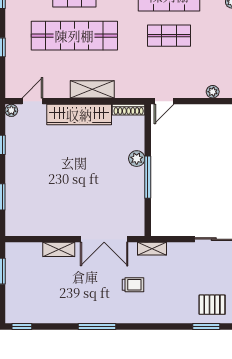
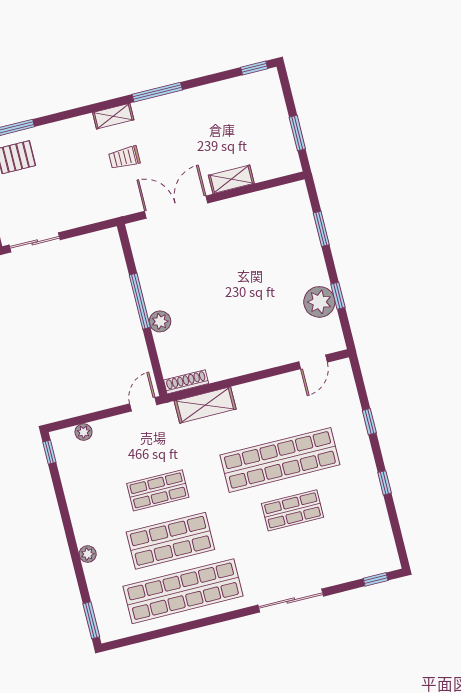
shelving: (92, 89) -> (205, 405), moved
plant: (11, 110) -> (319, 302), moved, width x1.87, depth x1.87
wardrobe: (79, 115) -> (248, 360), removed
shelving: (152, 249) -> (113, 116), moved

